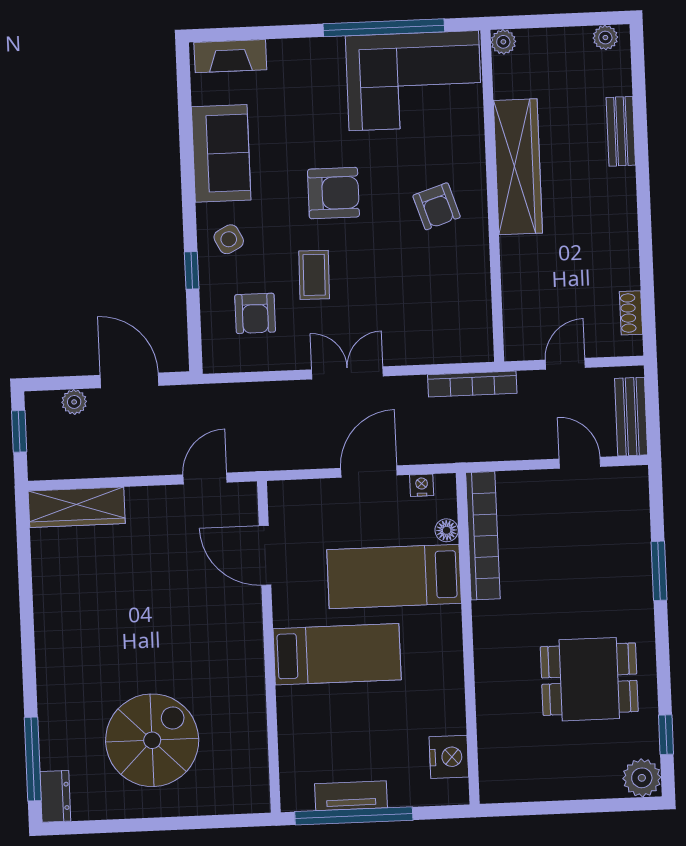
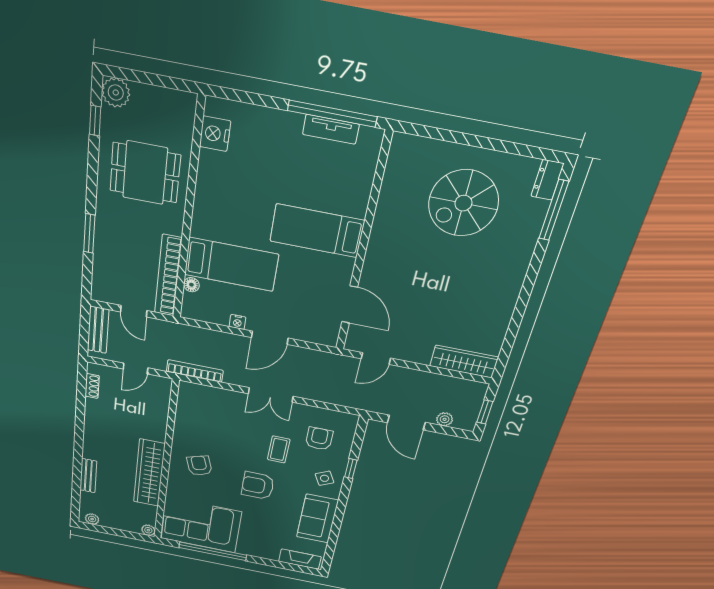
floor lamp: (447, 530) -> (191, 285), moved
bookcase: (483, 536) -> (168, 276), moved
bed: (394, 576) -> (231, 265), moved
wall: (468, 638) -> (188, 213), moved
nightstand: (449, 757) -> (215, 134), moved

